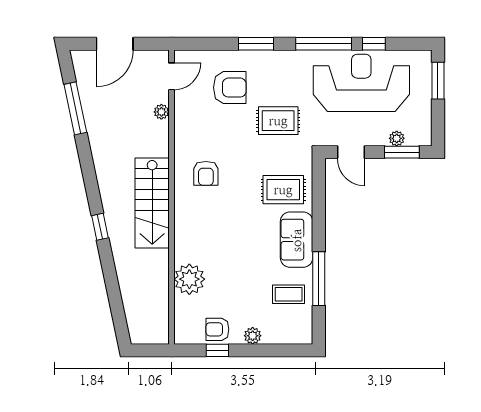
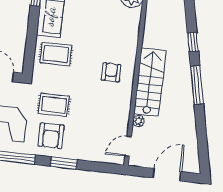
armchair: (230, 88) -> (51, 136), moved, turned -90
window: (75, 108) -> (197, 85), moved
stairs: (152, 203) -> (150, 82), moved

